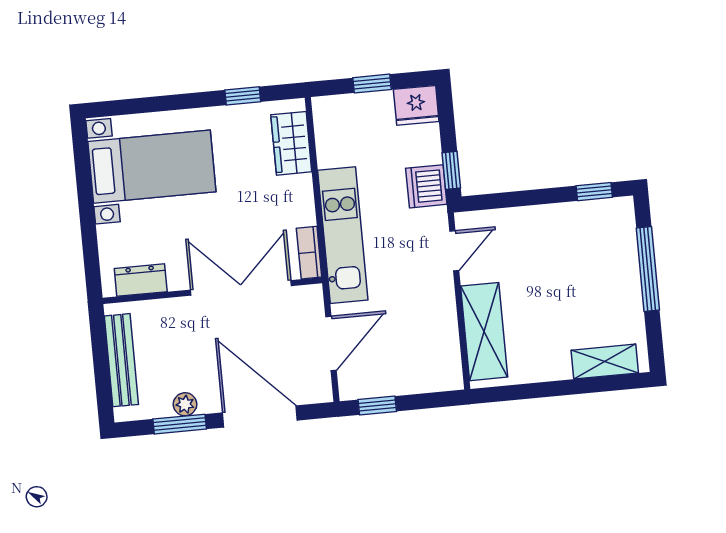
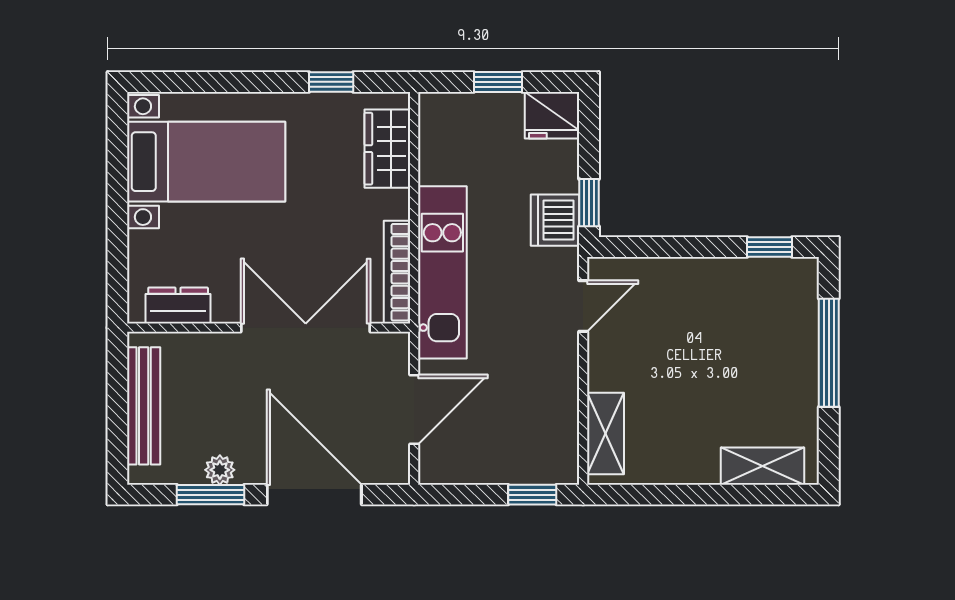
bookcase: (309, 253) -> (397, 272), width x1.56
shelving: (484, 332) -> (605, 433), width x0.67, depth x0.75
window: (377, 405) -> (532, 495), moved

